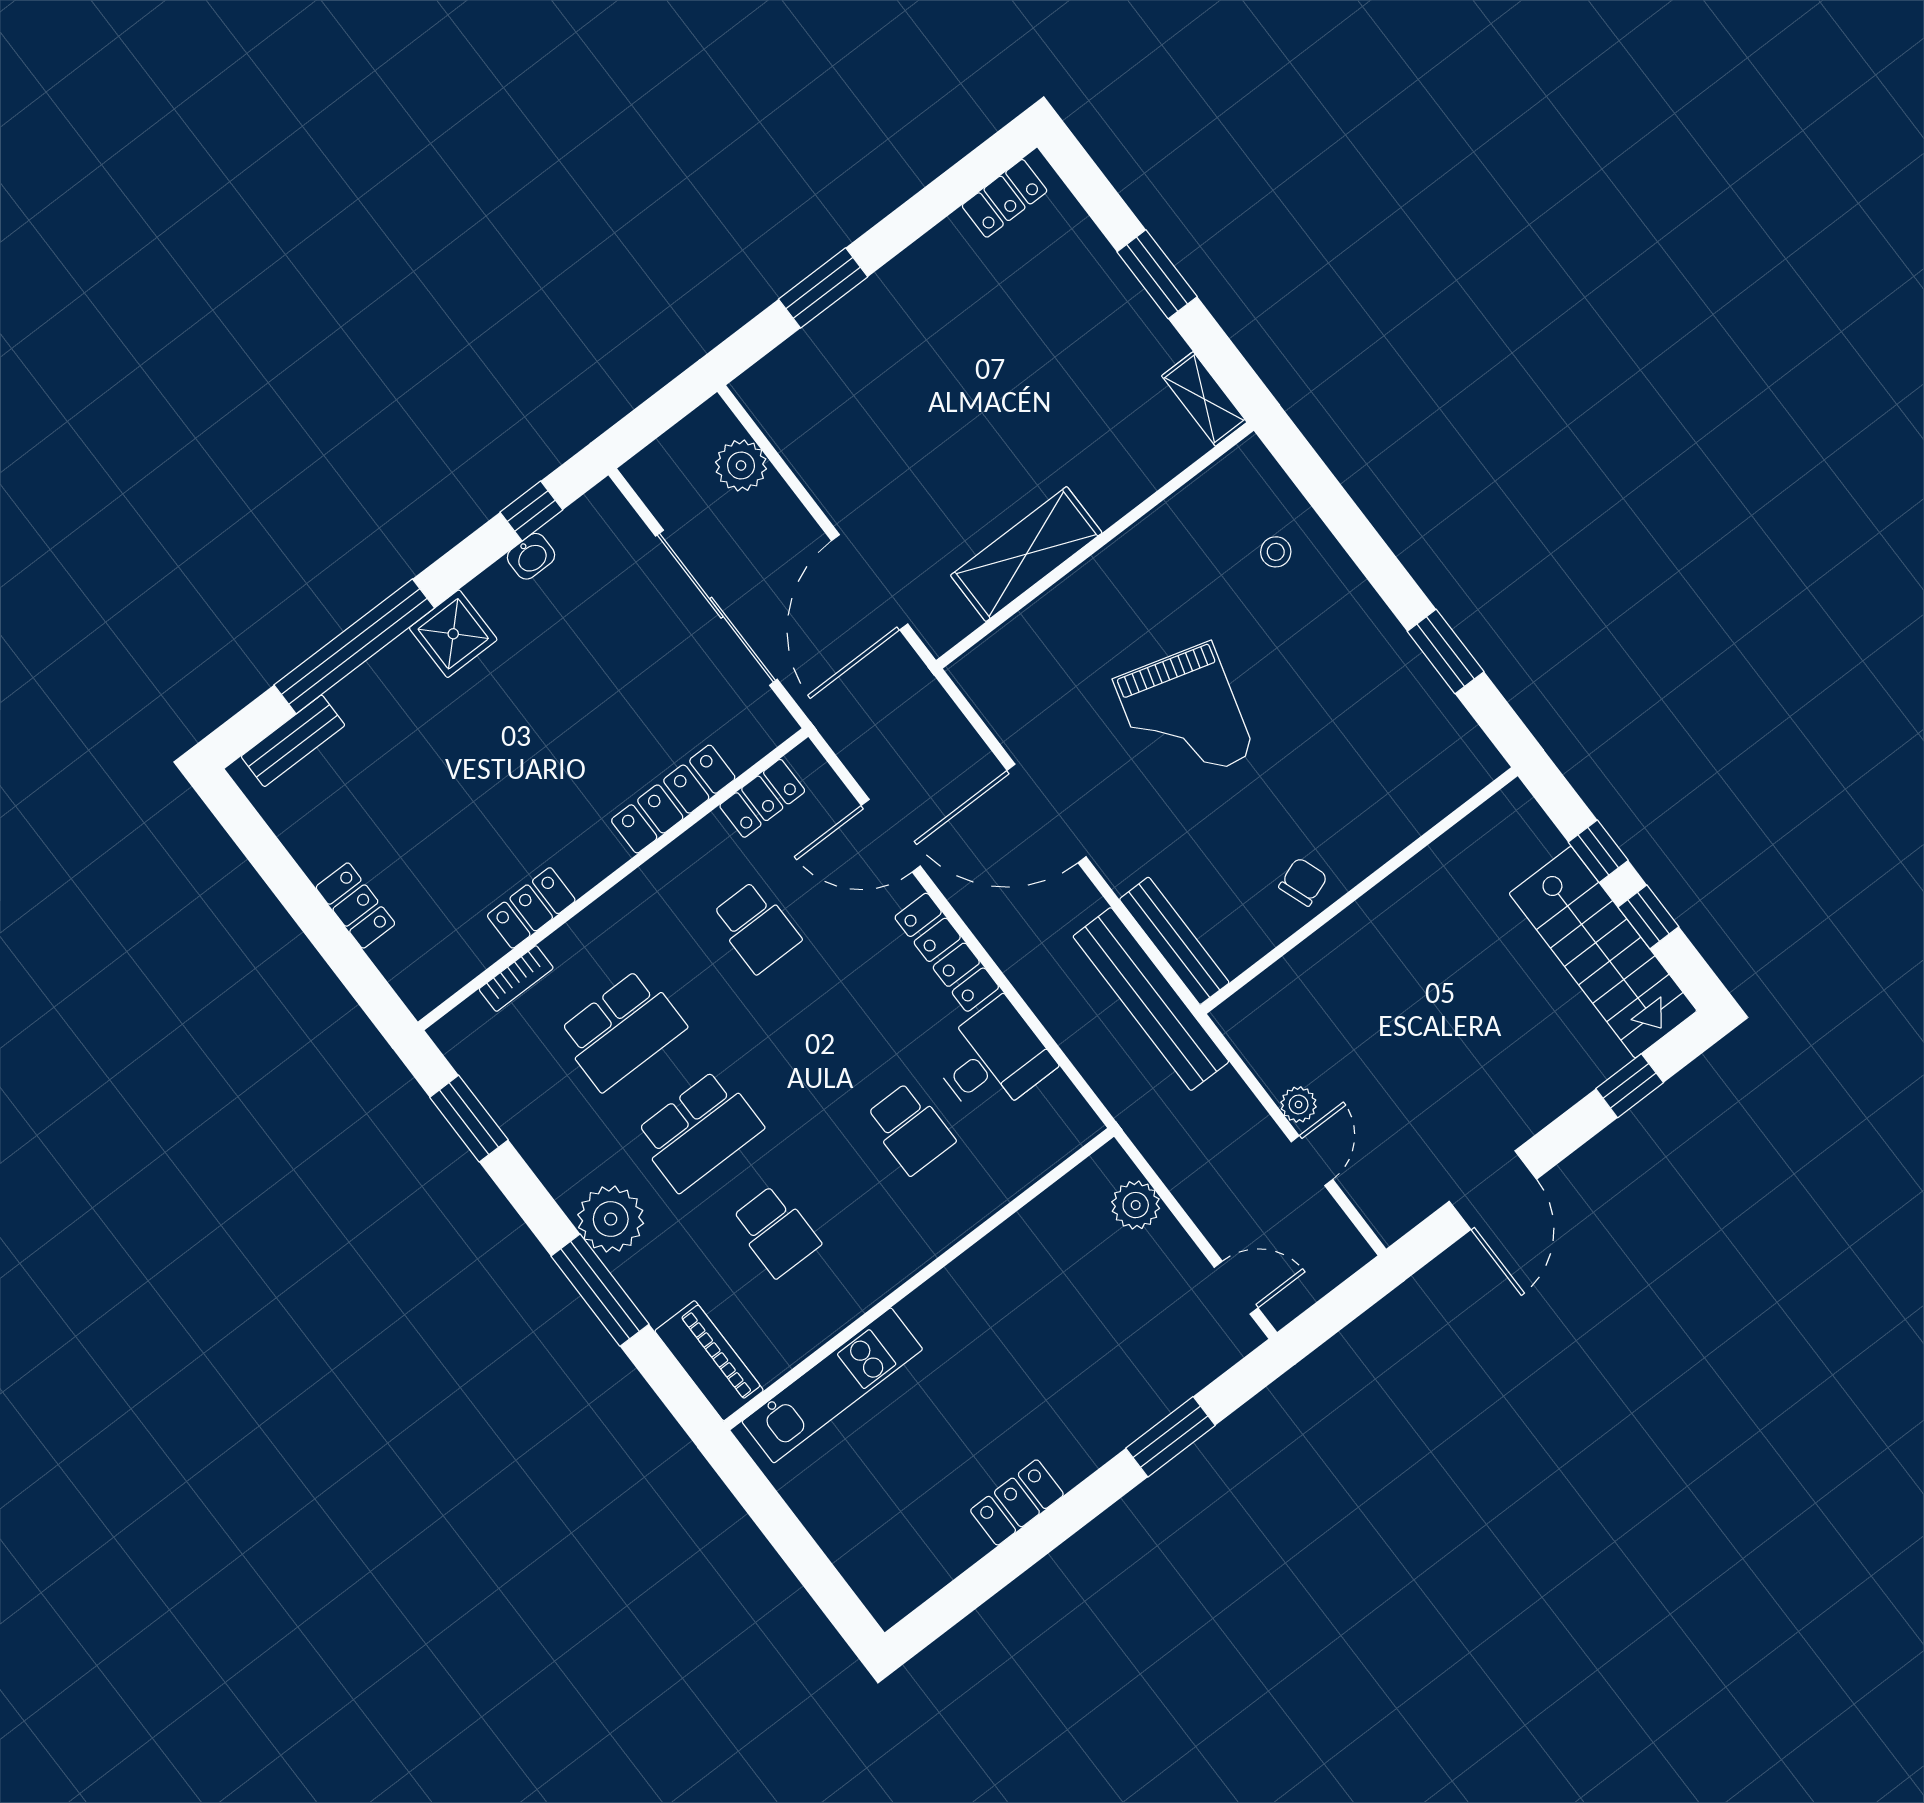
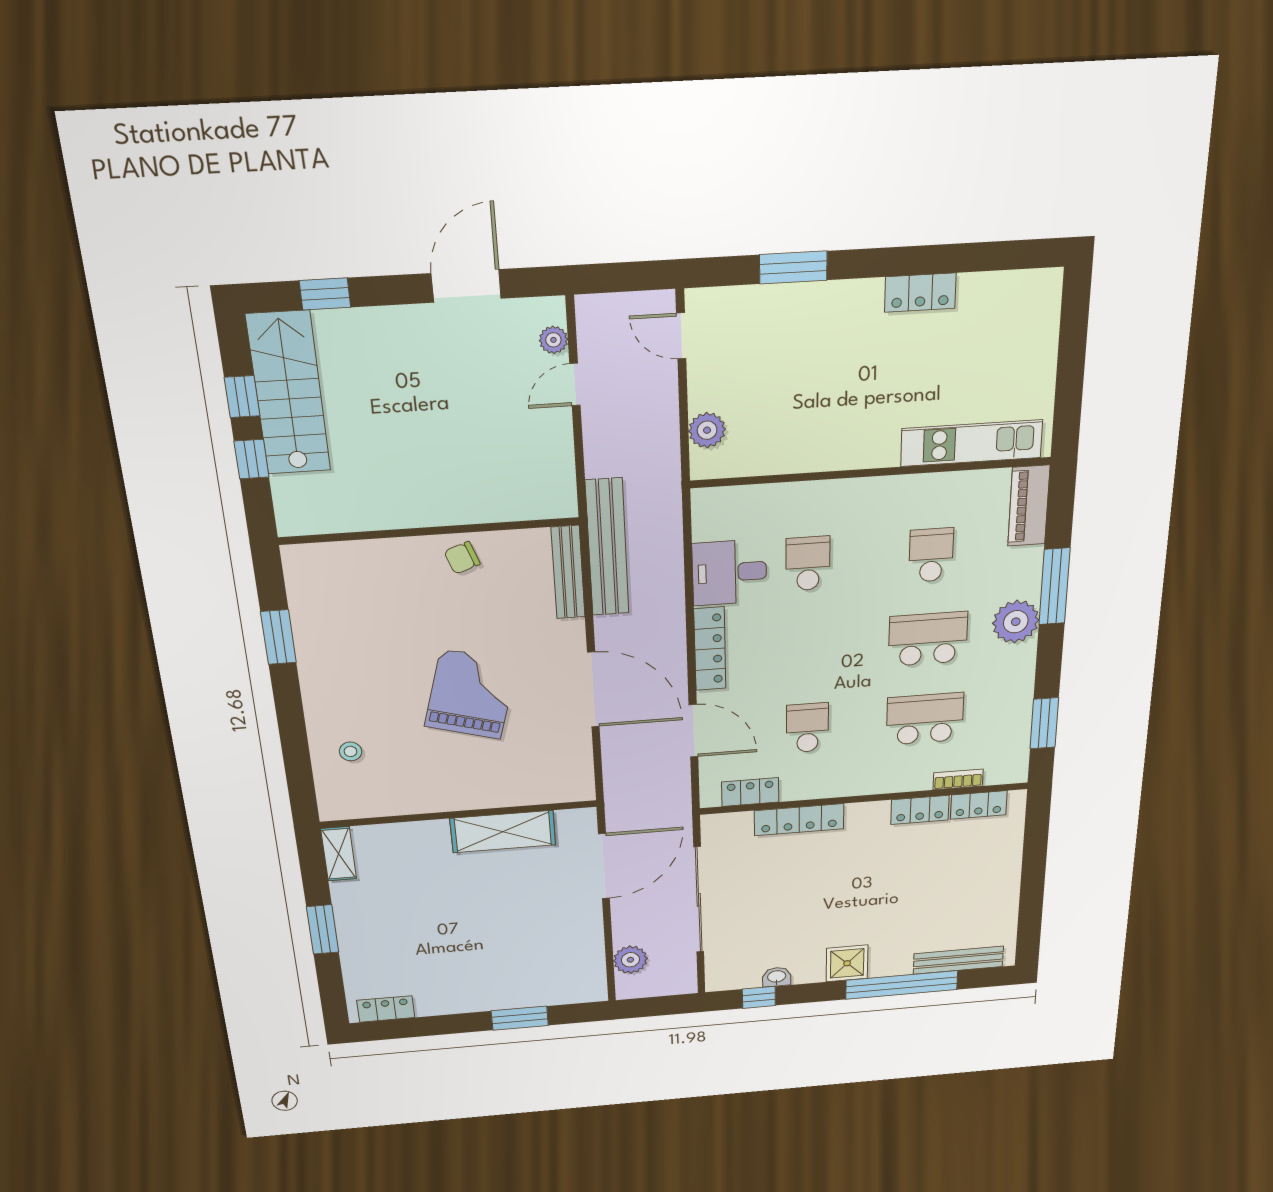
bench: (293, 741) -> (958, 960), width x1.36
locker: (355, 906) -> (979, 805), moved, turned -90
plant: (1299, 1105) -> (553, 340), moved

